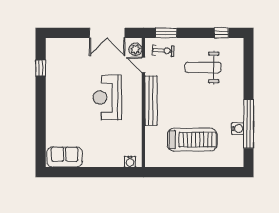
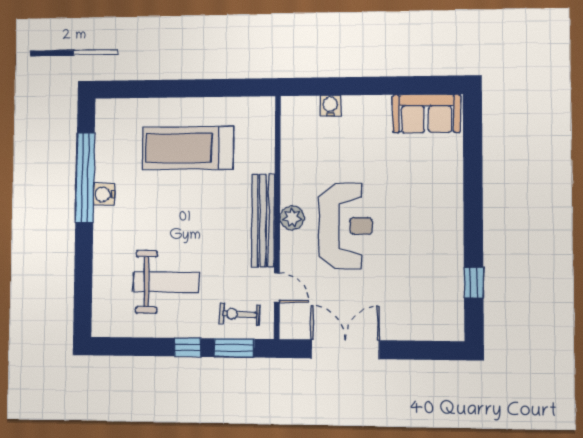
window: (221, 33) -> (188, 347), moved
plant: (135, 49) -> (292, 218), moved
water cooler: (238, 129) -> (104, 194), moved
water cooler: (130, 162) -> (330, 106), moved

